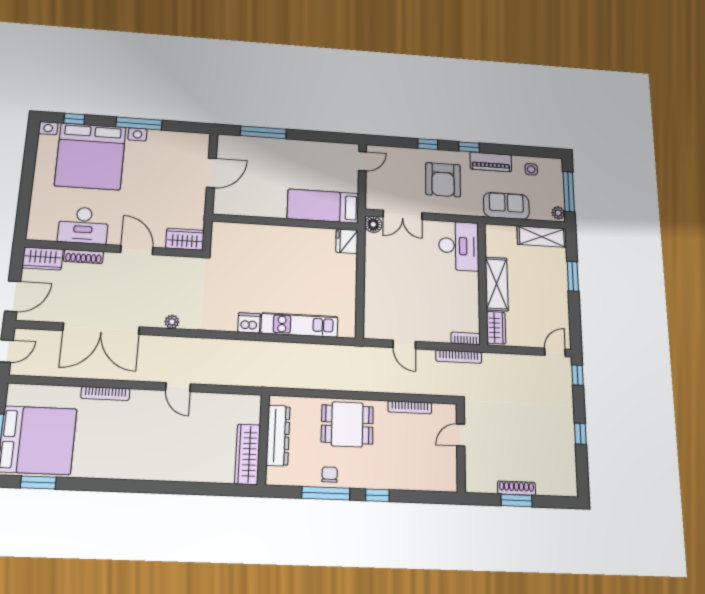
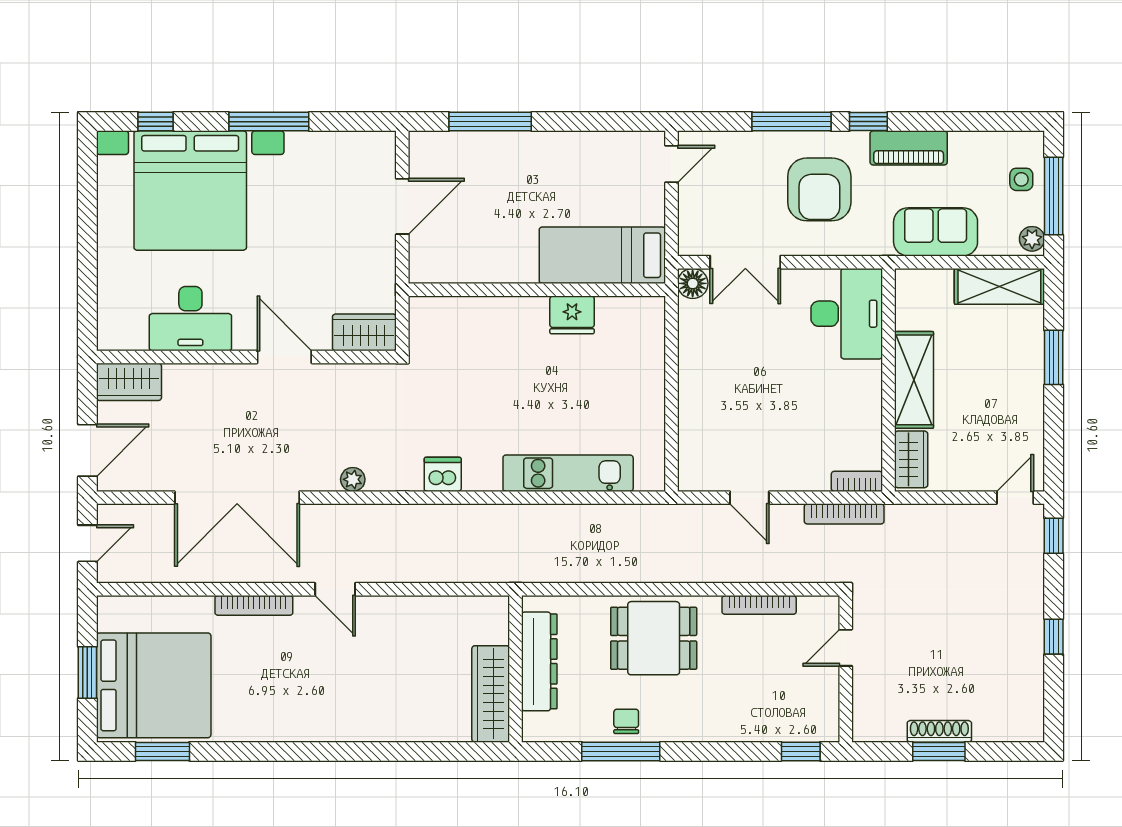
window: (428, 144) -> (791, 122), width x2.17
side table: (531, 169) -> (1021, 179), moved
fridge: (347, 241) -> (572, 315), moved, turned -90
shoe rack: (84, 256) -> (196, 374), removed
dishwasher: (249, 323) -> (443, 474), moved
door: (178, 387) -> (335, 589), moved
window: (377, 495) -> (801, 751), moved

